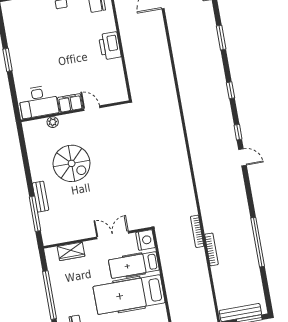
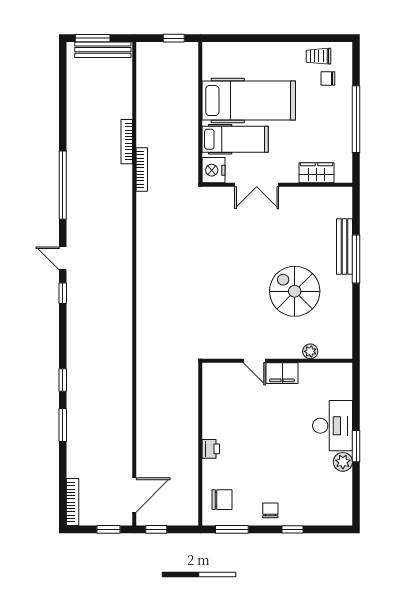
printer: (110, 46) -> (211, 449), width x0.53, depth x0.68
plant: (15, 47) -> (343, 462), added
window: (231, 90) -> (63, 380), moved
desk: (38, 102) -> (333, 426), moved, turned 90
bench: (40, 197) -> (345, 246), width x1.36
window: (35, 214) -> (356, 259), moved
window: (258, 242) -> (63, 185), moved

